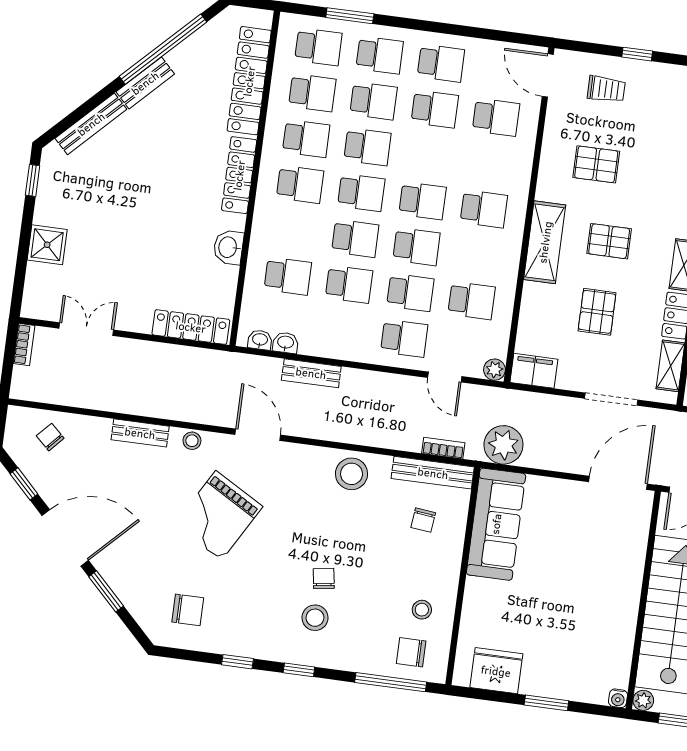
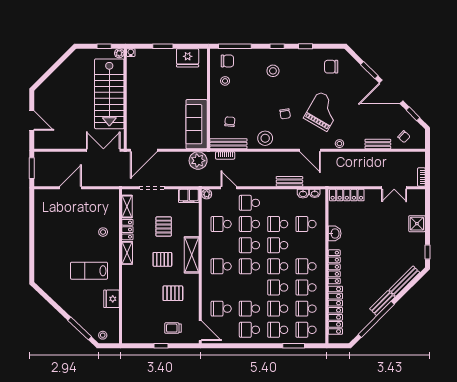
bench: (140, 433) -> (378, 144), moved
chair: (324, 578) -> (285, 114), moved

